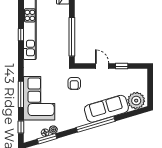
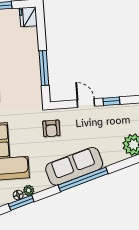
window: (72, 37) -> (44, 68), width x0.68
sofa: (106, 109) -> (74, 166), moved

